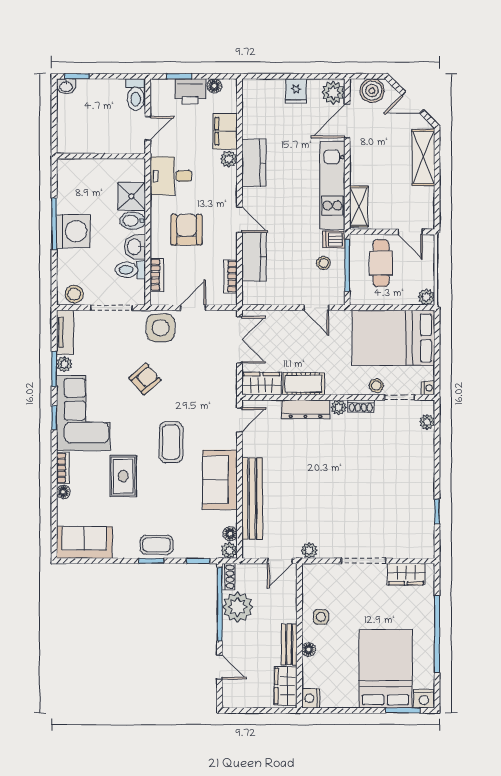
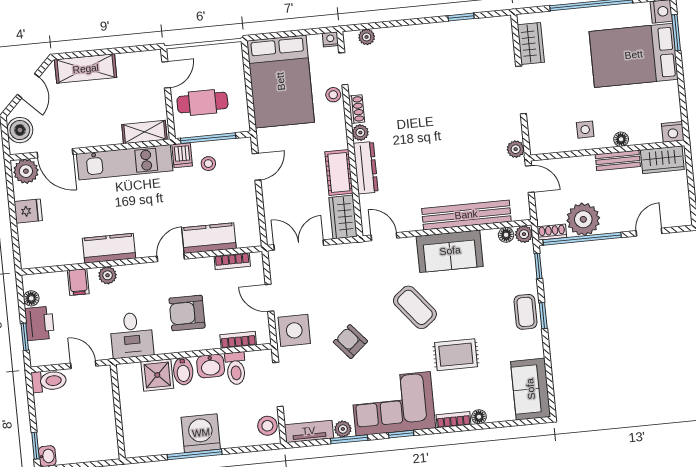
filing cabinet: (225, 131) -> (78, 282), width x0.50
plant: (426, 297) -> (234, 51), removed
coffee table: (171, 442) -> (415, 307), turned 51

